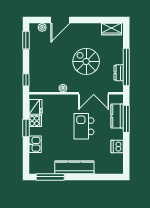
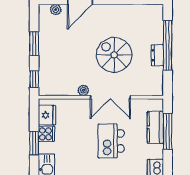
wardrobe: (111, 29) -> (148, 12), removed
window: (26, 40) -> (34, 44), moved
window: (126, 67) -> (168, 45), moved
dresser: (119, 73) -> (157, 55), moved
double door: (94, 93) -> (110, 97), moved

